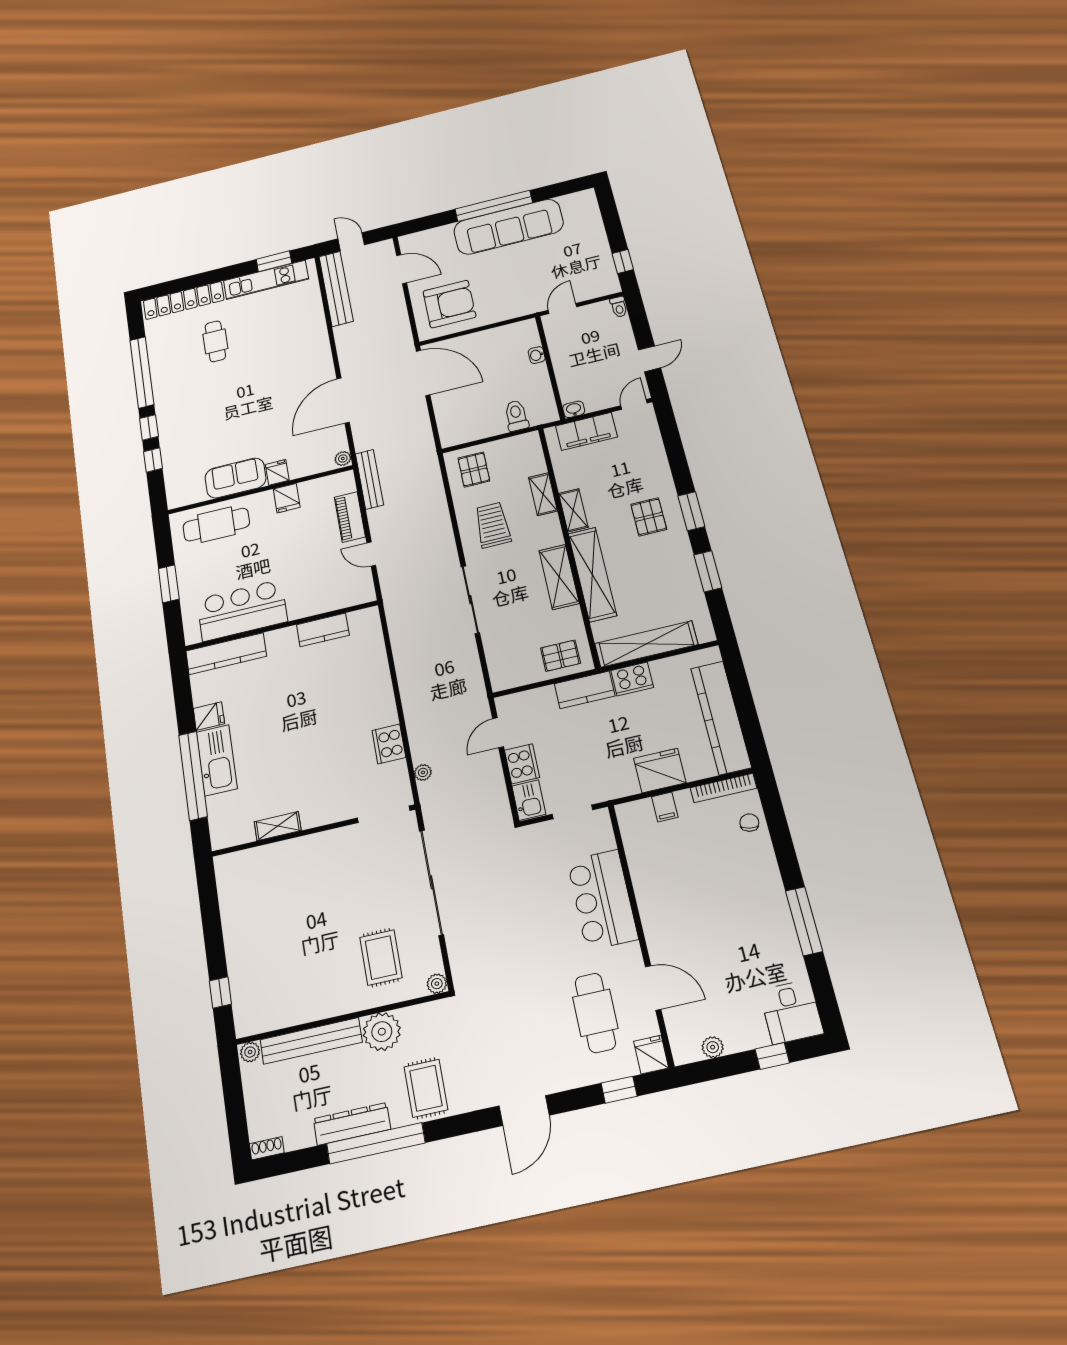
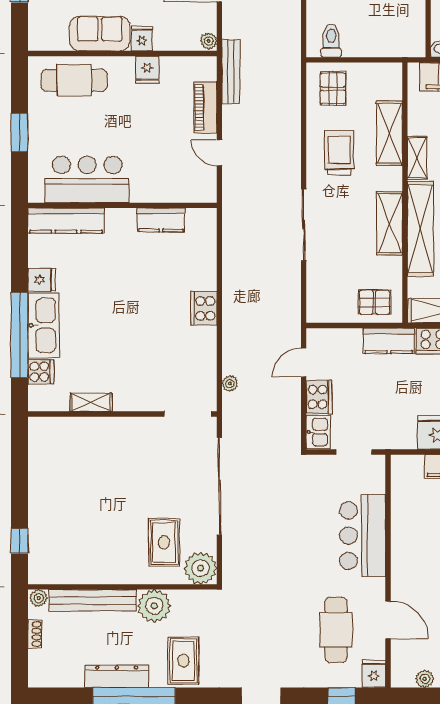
toilet: (516, 416) -> (331, 41), moved
shelving: (543, 494) -> (389, 133), width x1.50, depth x1.33
cooker: (389, 744) -> (204, 308), moved
cooker: (220, 807) -> (41, 372), added
plant: (437, 984) -> (201, 568), width x1.87, depth x1.87
shoe rack: (267, 1148) -> (35, 634), moved, turned 90

